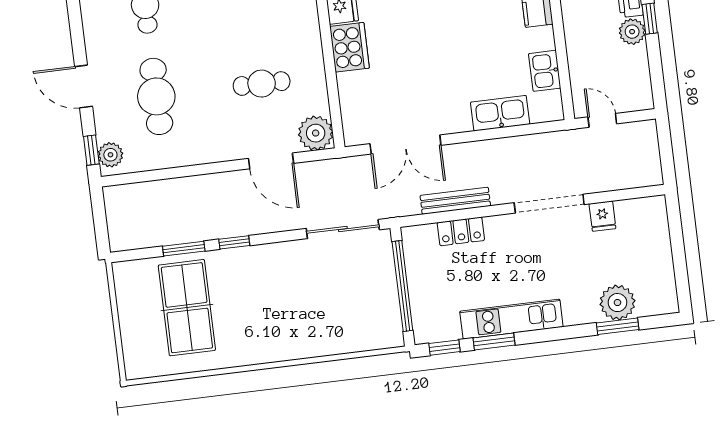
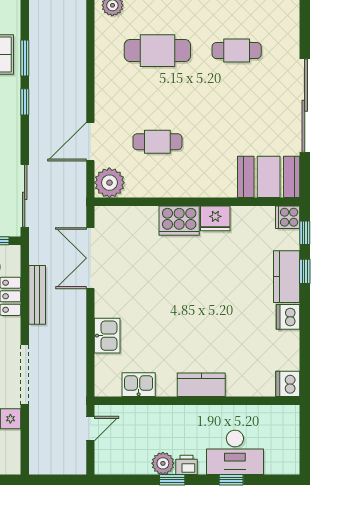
cafe table: (262, 84) -> (157, 142), turned 90
kitchen sink: (500, 113) -> (107, 336), width x0.73

